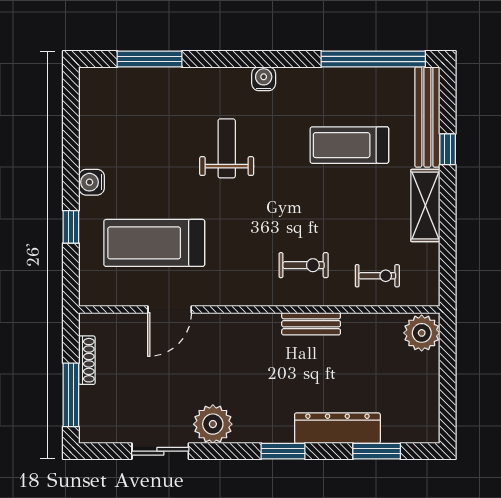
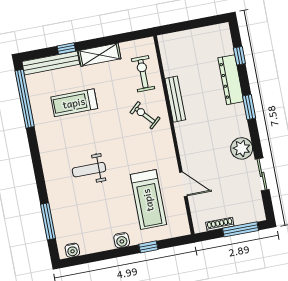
water cooler: (264, 79) -> (72, 250), moved, turned -90
treadmill: (349, 145) -> (74, 103), turned 90
exercise bike: (304, 265) -> (145, 115), turned -42
exercise bike: (377, 276) -> (143, 74), width x1.38, depth x1.39
bench: (311, 324) -> (175, 99), width x1.36
plant: (422, 333) -> (170, 43), removed
window: (377, 451) -> (239, 56), width x0.67

